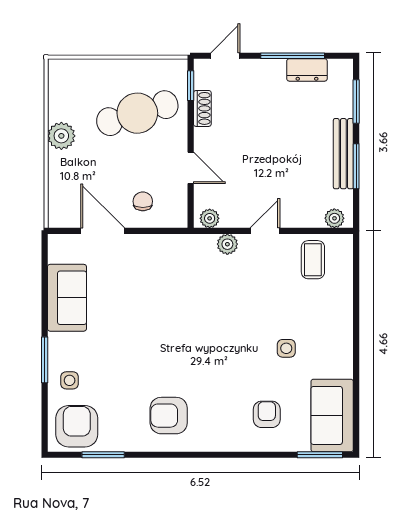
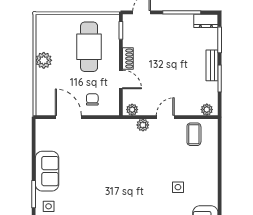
dresser: (307, 70) -> (206, 21), moved
shoe rack: (202, 108) -> (128, 58), moved
cafe table: (137, 113) -> (89, 47), turned -73
bench: (343, 154) -> (212, 65), width x0.73
sofa: (67, 298) -> (47, 171), moved

